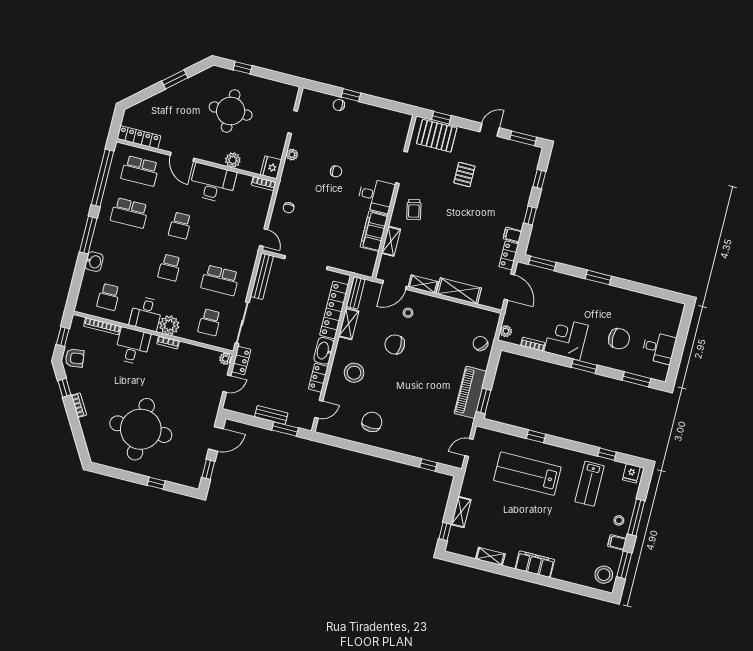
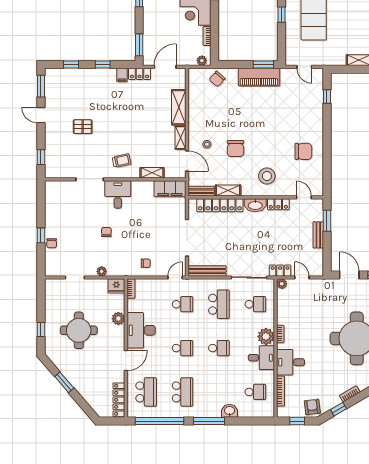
pallet: (437, 136) -> (57, 157), removed
filing cabinet: (374, 231) -> (170, 189), moved
school desk: (231, 238) -> (183, 304), added
chair: (372, 422) -> (303, 151), turned 180

